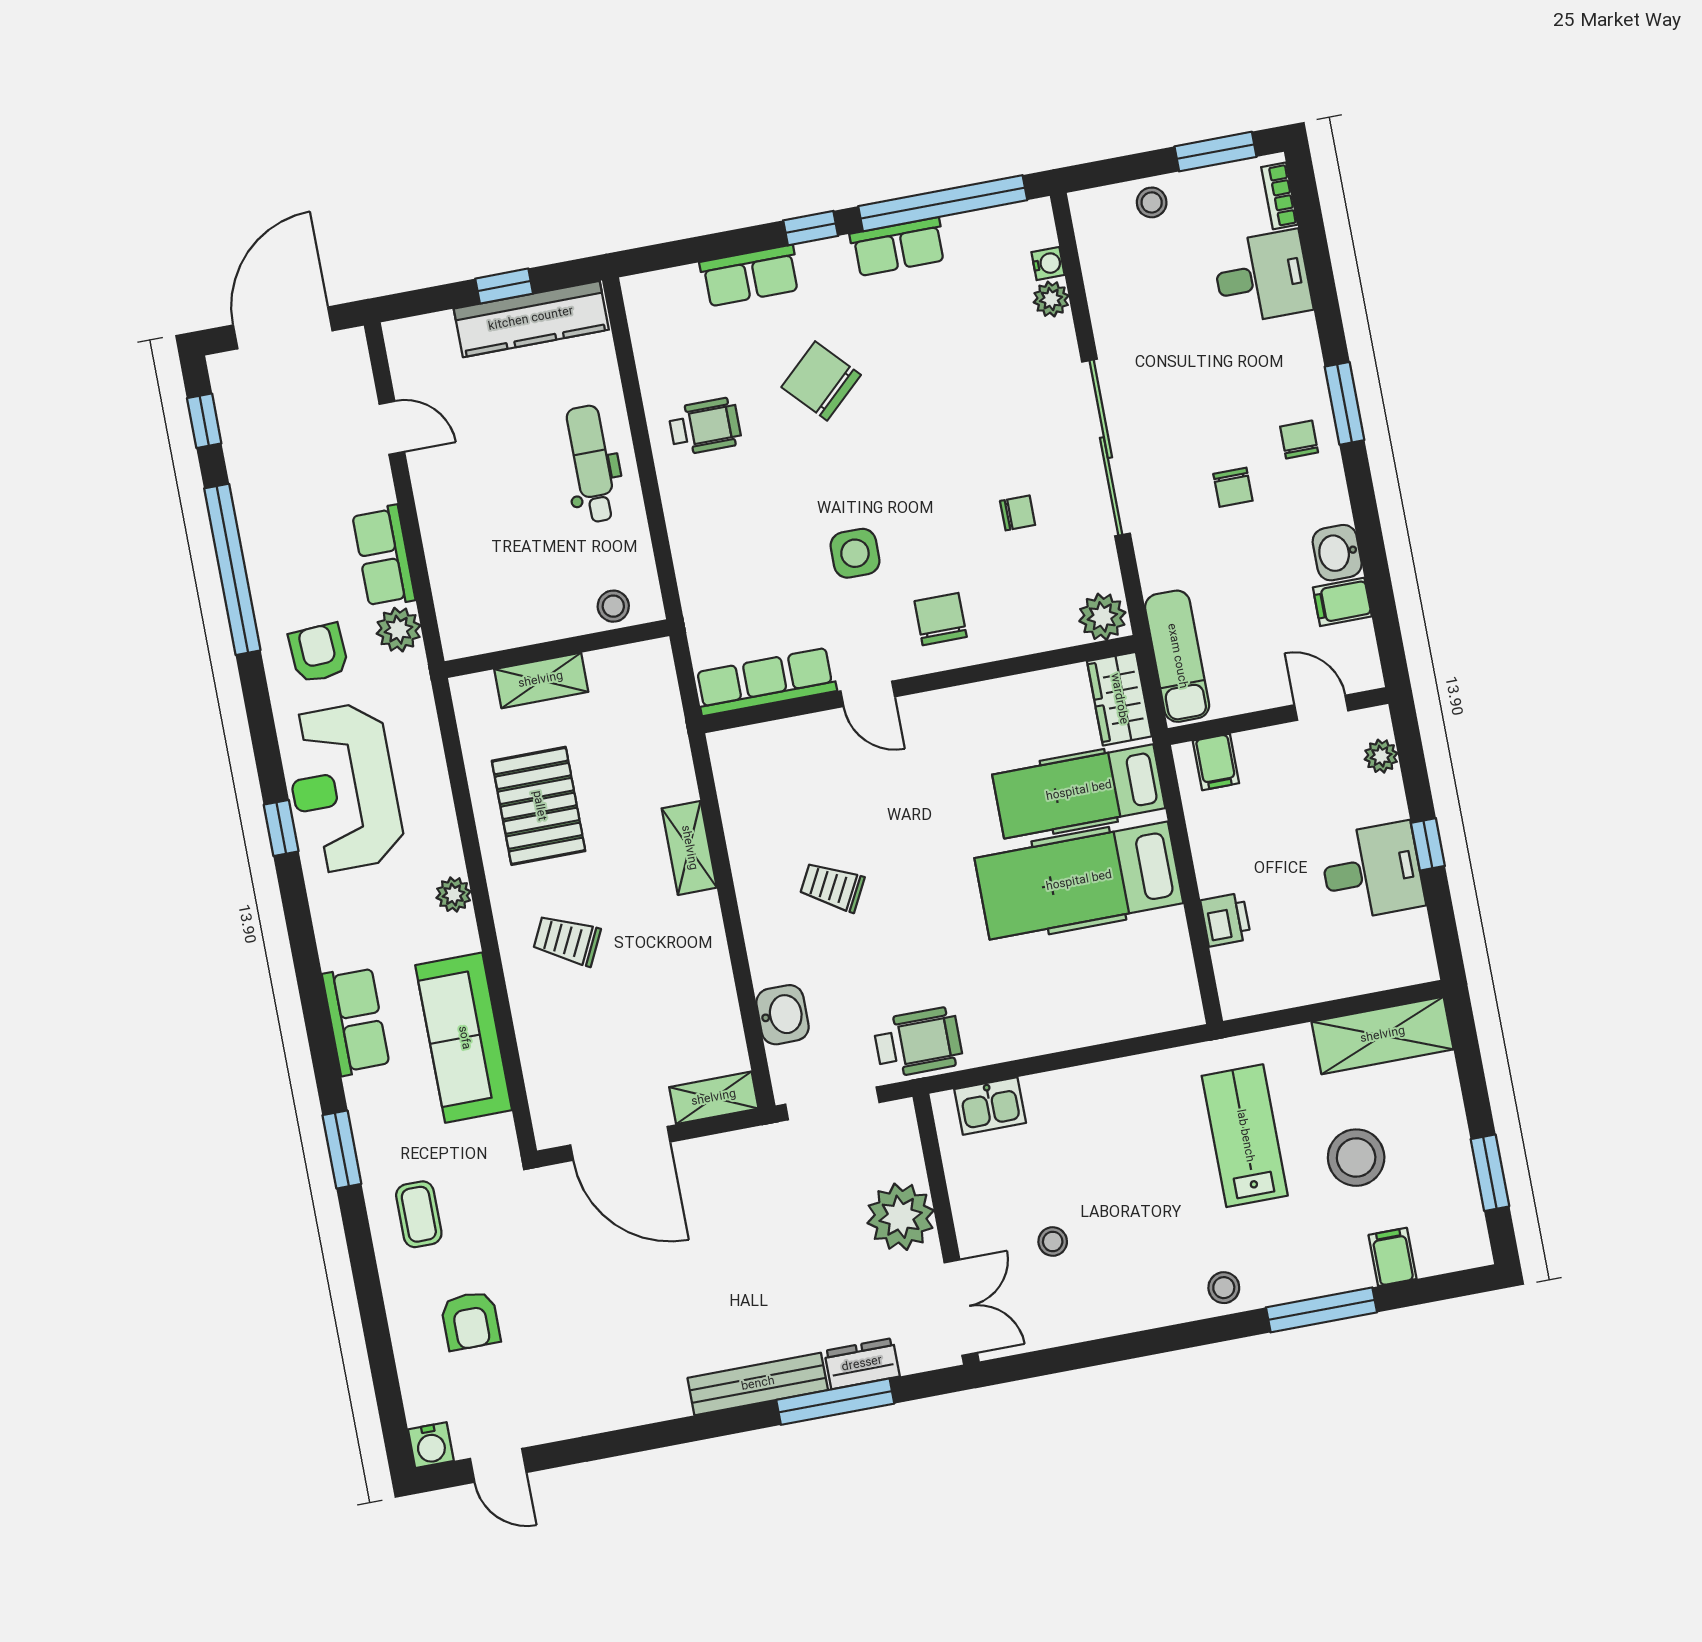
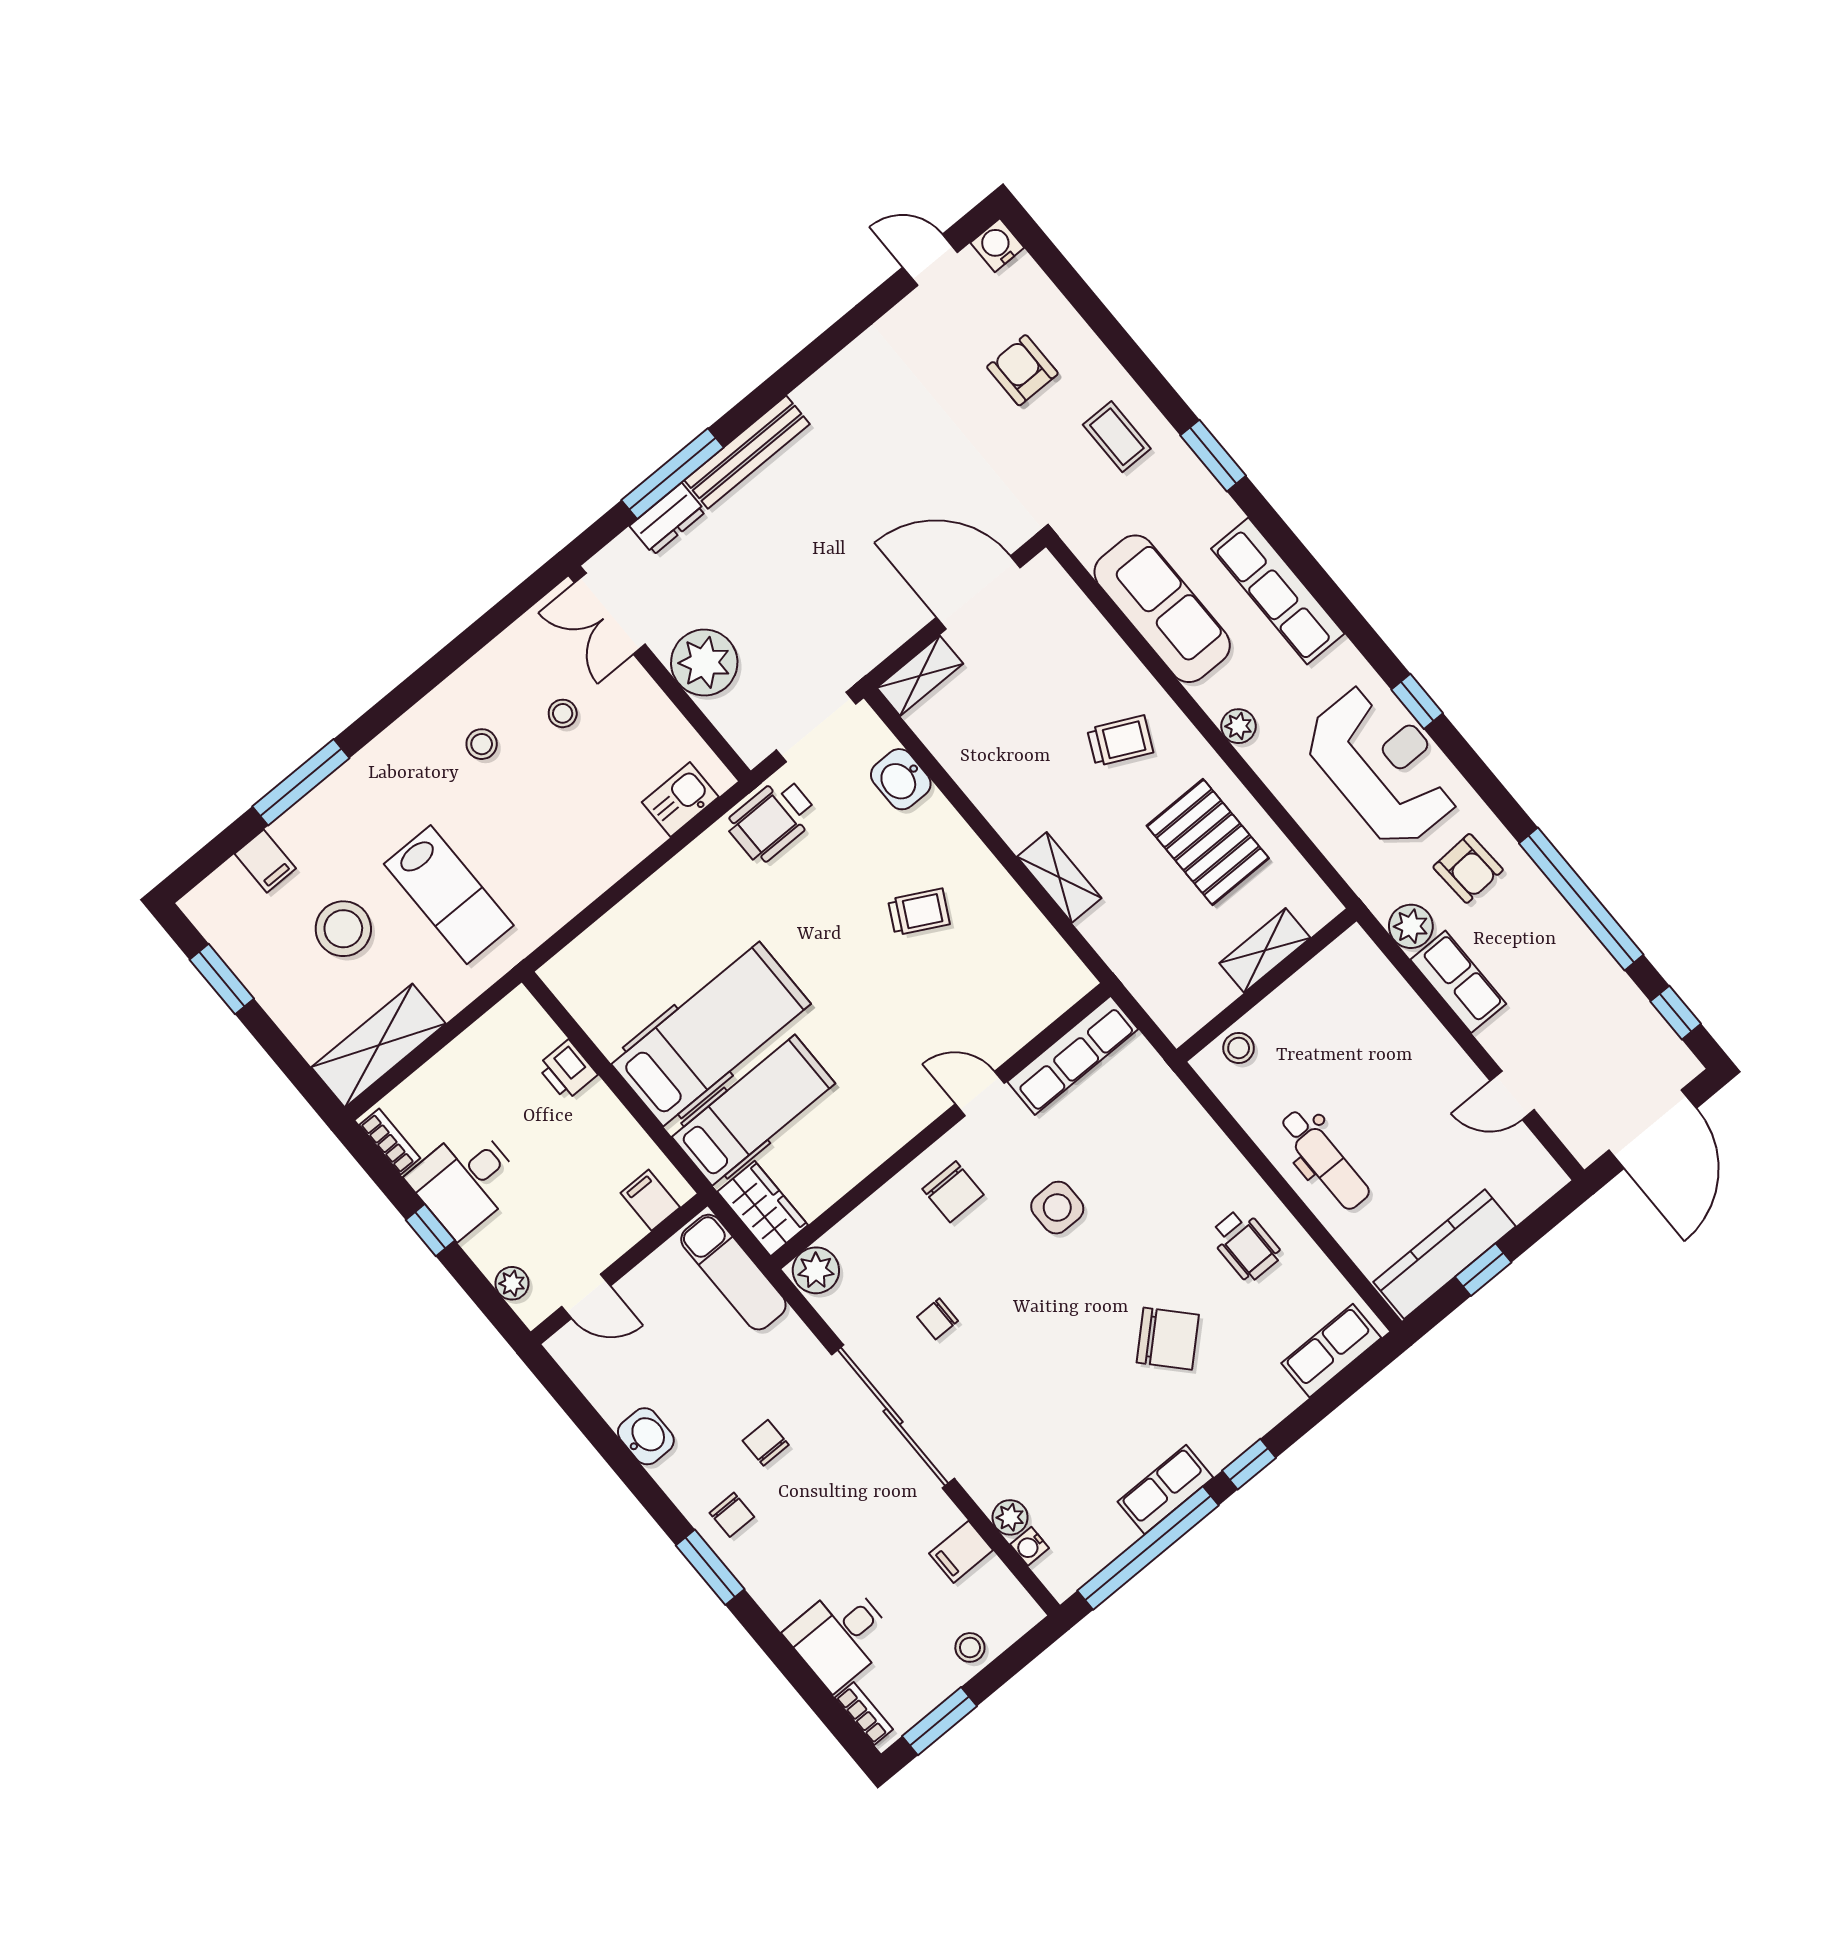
row of seats: (750, 276) -> (1331, 1351), moved
wheelchair: (705, 426) -> (1245, 1245), turned -90
filing cabinet: (1342, 602) -> (961, 1552), moved, turned 180
bookcase: (1420, 944) -> (390, 1142), added
row of seats: (356, 1021) -> (1278, 591), width x1.48
stool: (1224, 1288) -> (482, 744), moved

